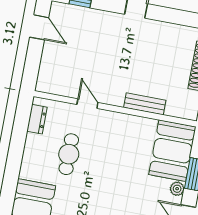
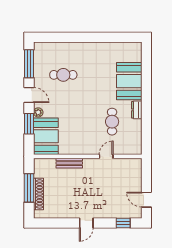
door: (87, 104) -> (106, 156), swing flipped
dresser: (37, 119) -> (137, 110), moved

